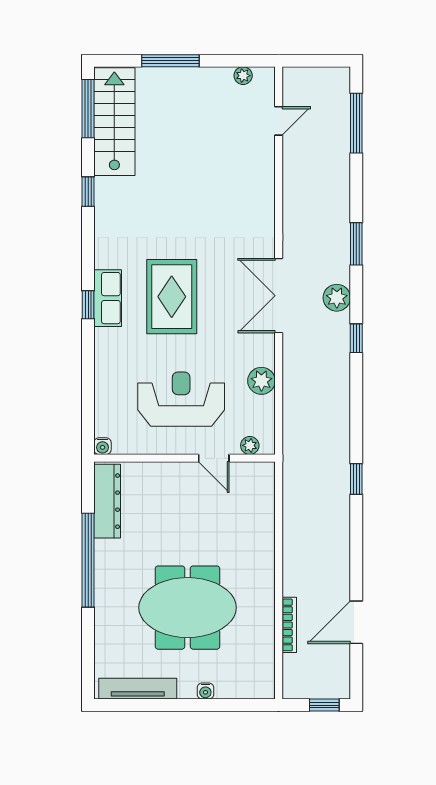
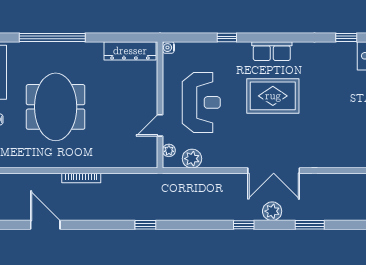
double door: (279, 296) -> (274, 171), swing flipped
window: (88, 305) -> (227, 37), moved
plant: (261, 381) -> (192, 159), moved
window: (88, 560) -> (52, 37), moved
bookcase: (289, 625) -> (81, 178), moved

